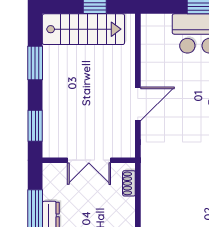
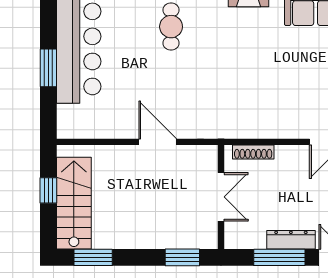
window: (35, 63) -> (93, 257), moved
shoe rack: (129, 183) -> (253, 152), width x1.43

